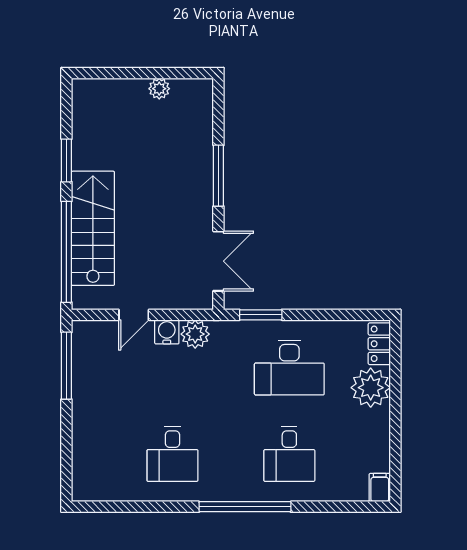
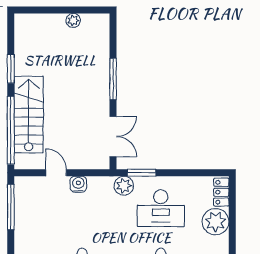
door: (134, 315) -> (56, 173), swing flipped
plant: (195, 334) -> (124, 186), moved

